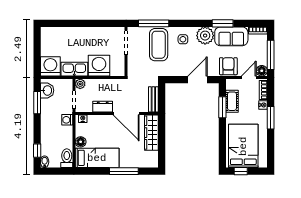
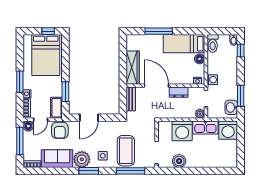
window: (223, 23) -> (89, 171), moved
boiler: (102, 34) -> (179, 161), added
cot: (232, 101) -> (56, 108), moved

